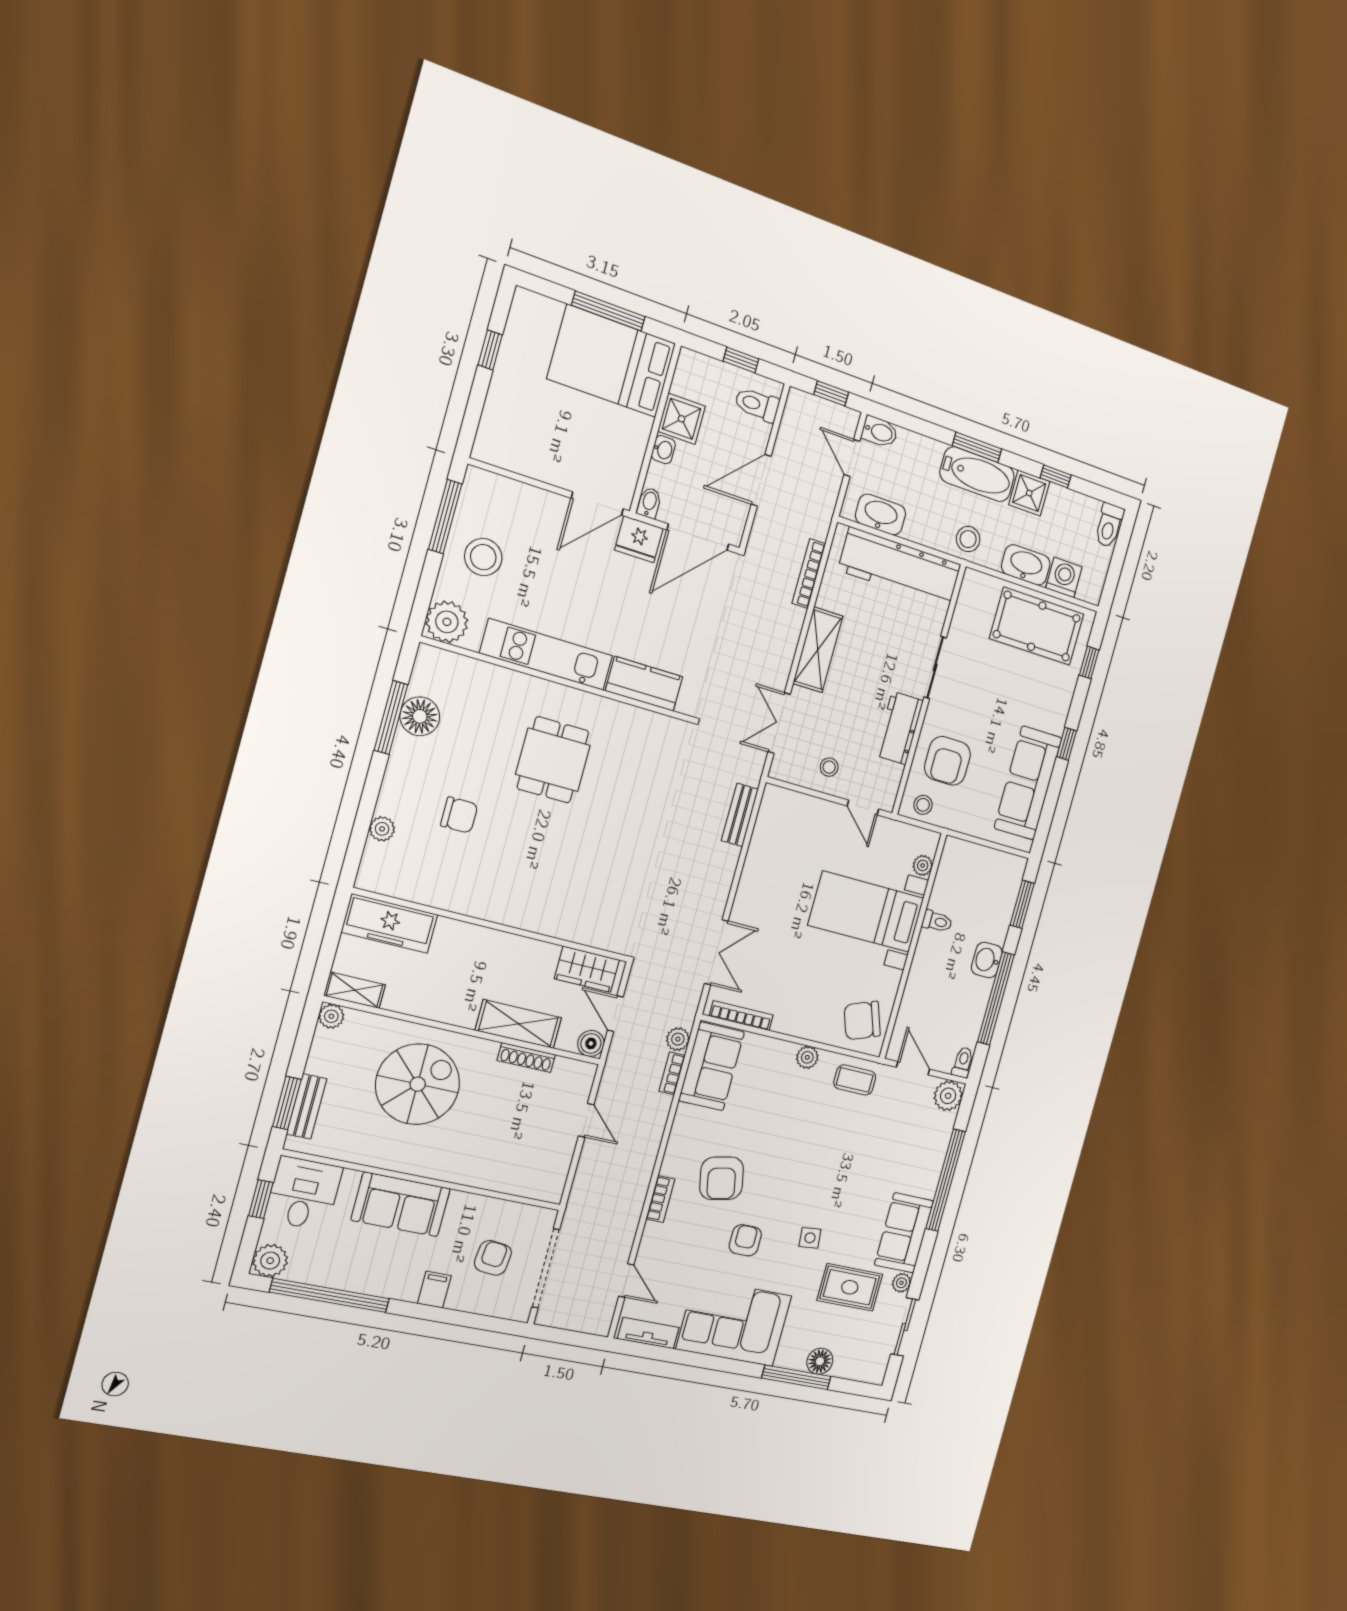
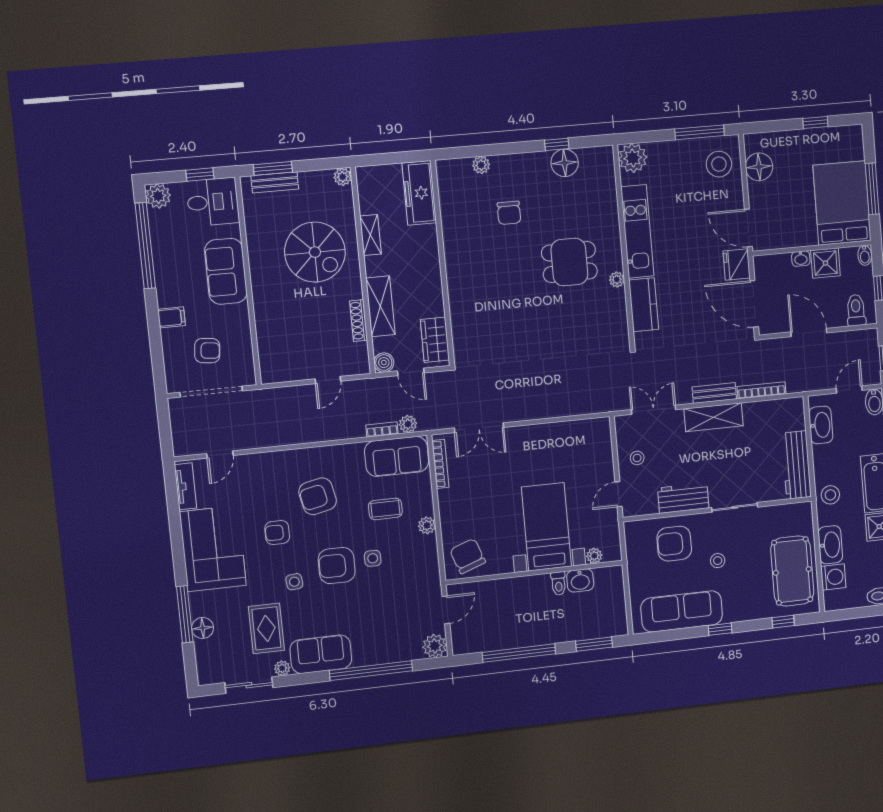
floor lamp: (522, 454) -> (759, 167), added
bidet: (649, 503) -> (865, 255), moved, turned 90
stool: (483, 557) -> (719, 164), moved
workbench: (900, 567) -> (797, 465), width x0.73, depth x0.76
plant: (599, 706) -> (617, 280), added
window: (391, 717) -> (557, 144), width x0.46
stool: (923, 805) -> (718, 561), moved
bench: (740, 815) -> (714, 393), moved
washbasin: (987, 960) -> (580, 580), moved, turned 180
shelving: (355, 990) -> (370, 235), moved
door: (615, 1014) -> (411, 372), swing flipped
toilet: (963, 1062) -> (463, 647), removed
coffee table: (855, 1080) -> (385, 509), moved, turned 90
side table: (820, 1136) -> (373, 558), added
armchair: (811, 1182) -> (337, 566), added
bookcase: (660, 1199) -> (288, 457), removed
armchair: (745, 1240) -> (277, 533), turned 180

